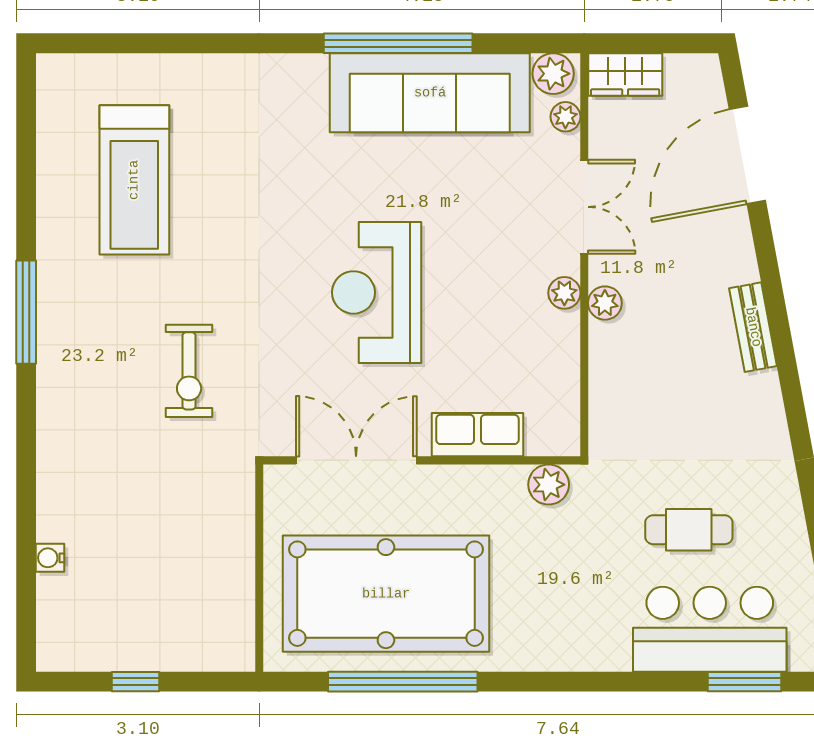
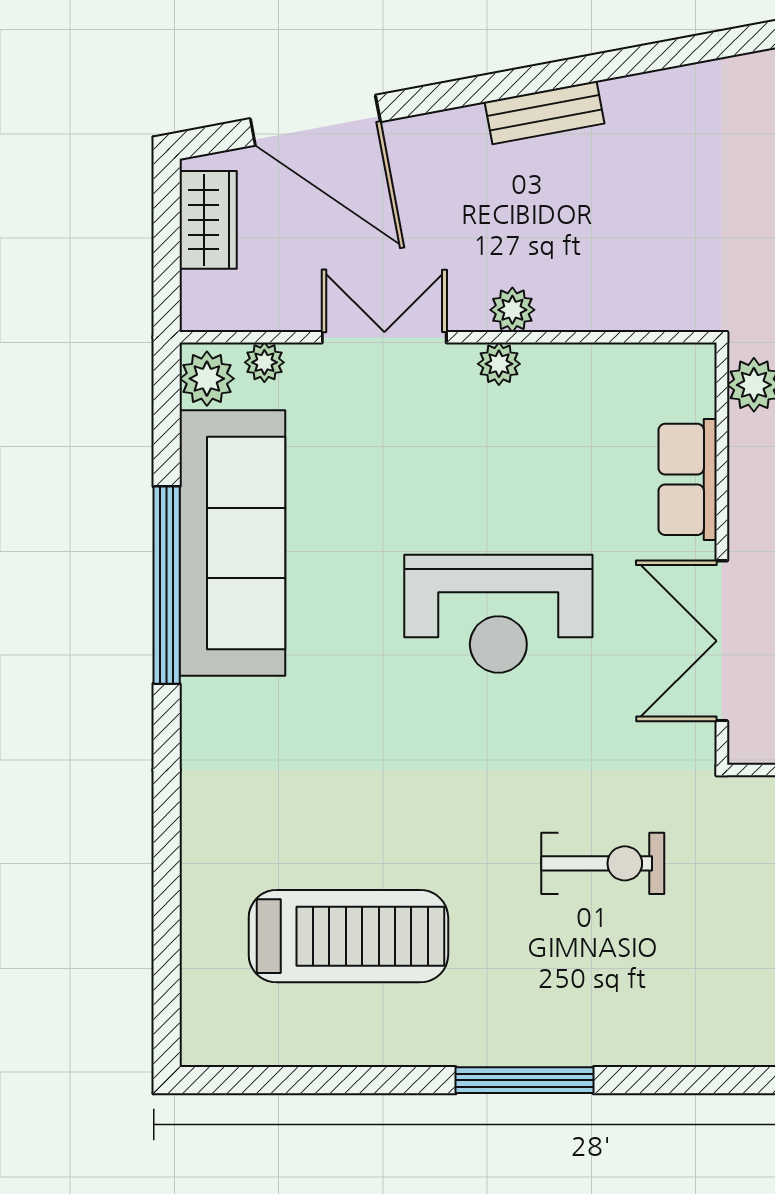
wardrobe: (625, 74) -> (208, 220), moved

